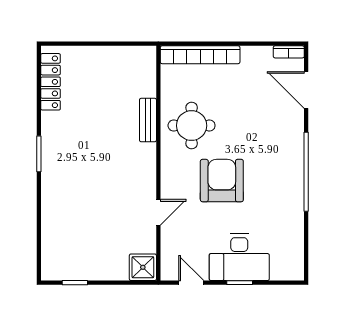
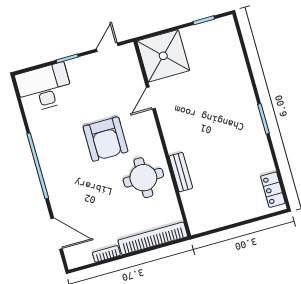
bookcase: (289, 52) -> (106, 254), moved
locker: (51, 82) -> (273, 190), width x0.66
desk: (239, 257) -> (44, 88), moved
shower: (143, 267) -> (163, 56), width x1.86, depth x1.86
door: (191, 283) -> (107, 47), swing flipped

